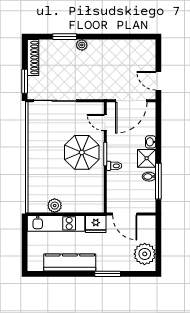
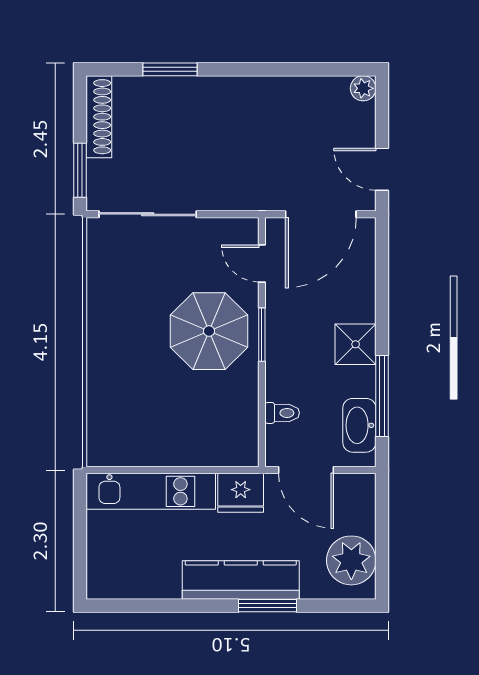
plant: (82, 45) -> (363, 88), moved
washbasin: (151, 142) -> (359, 425), moved, width x1.91, depth x1.45
toilet: (114, 166) -> (282, 413), moved
bidet: (149, 177) -> (361, 386), removed
plant: (55, 206) -> (148, 451), removed
kitchen counter: (70, 263) -> (241, 580), moved

